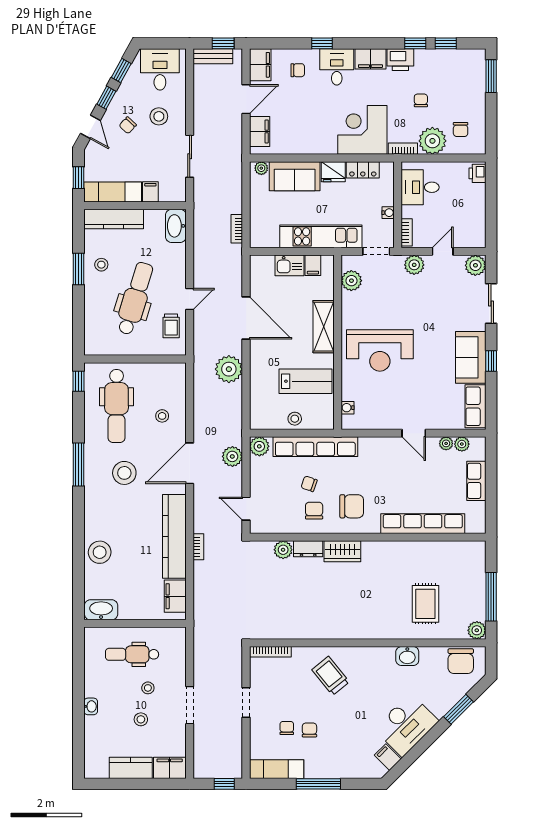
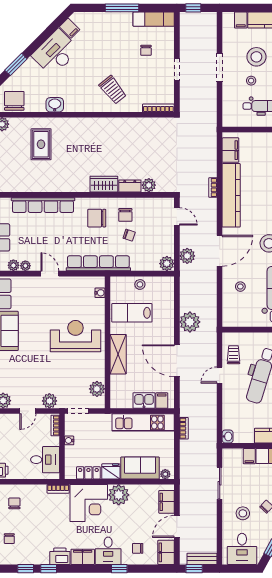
chair: (421, 100) -> (9, 539), moved
plant: (432, 141) -> (119, 495), moved
washbasin: (176, 226) -> (228, 436), width x0.52, depth x0.69
kitchen unit: (321, 236) -> (143, 422), moved
filing cabinet: (313, 265) -> (162, 401), moved
row of seats: (315, 447) -> (98, 263), moved
stool: (141, 719) -> (256, 57), width x1.89, depth x1.89
chair: (309, 730) -> (129, 49), removed
filing cabinet: (170, 768) -> (241, 20), width x0.50

